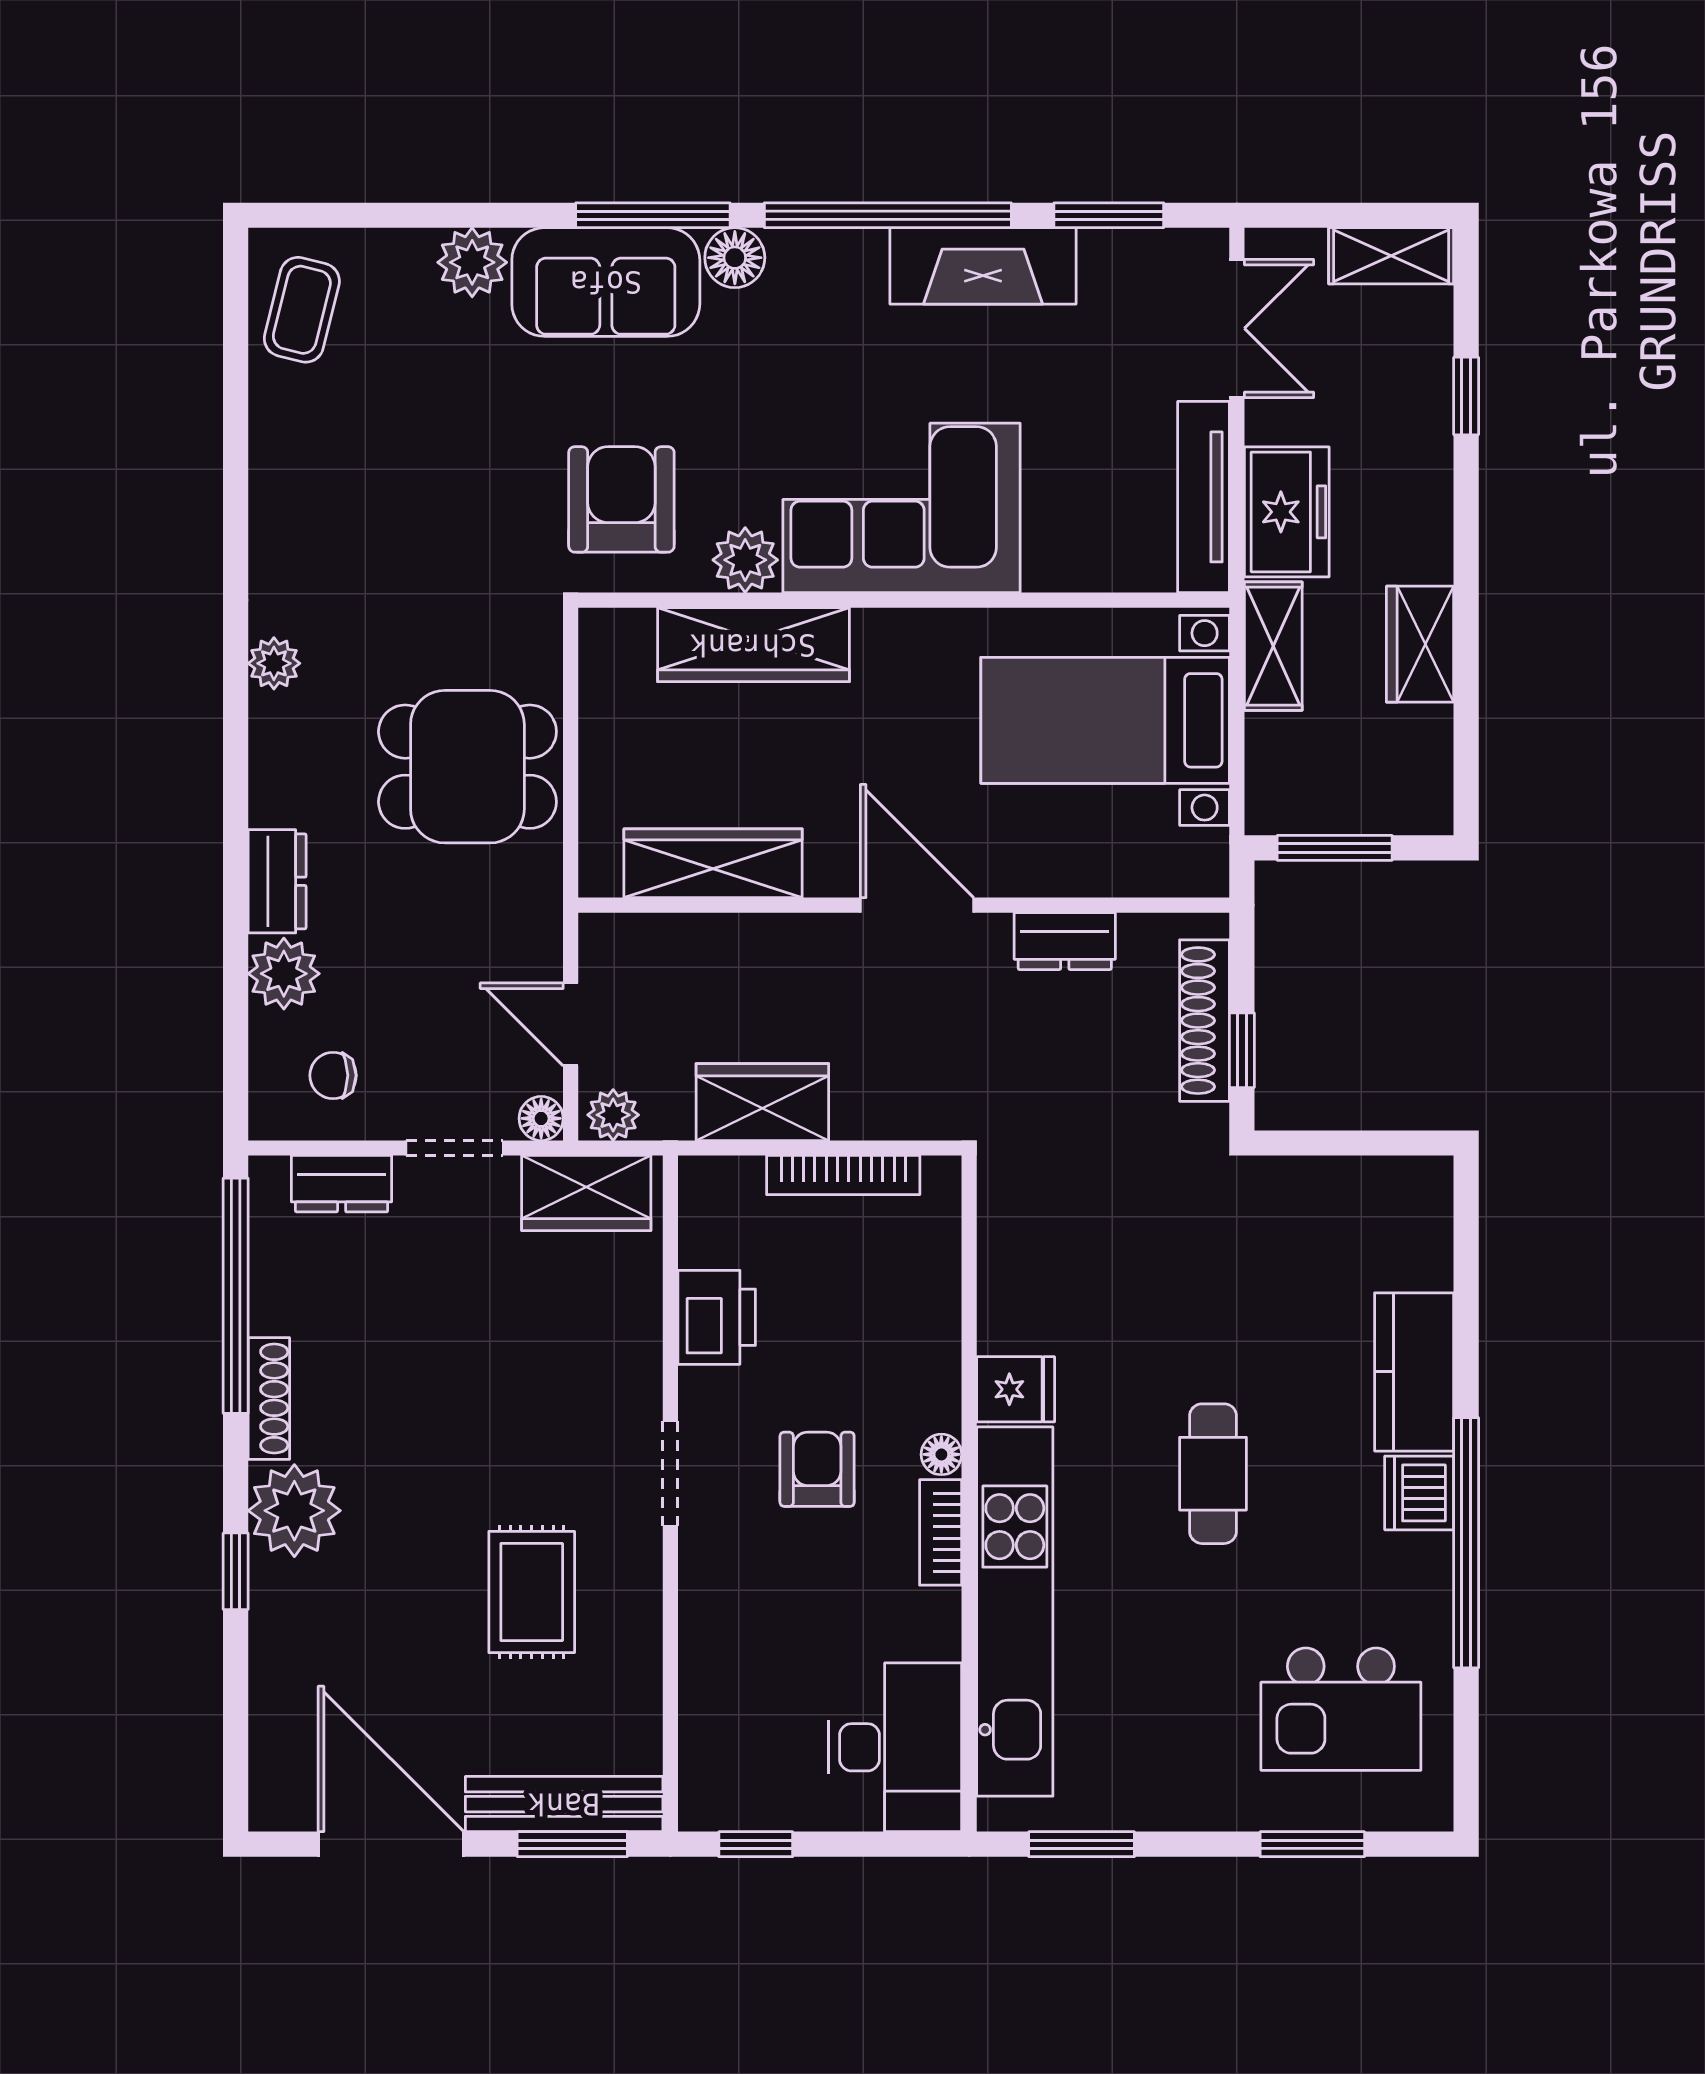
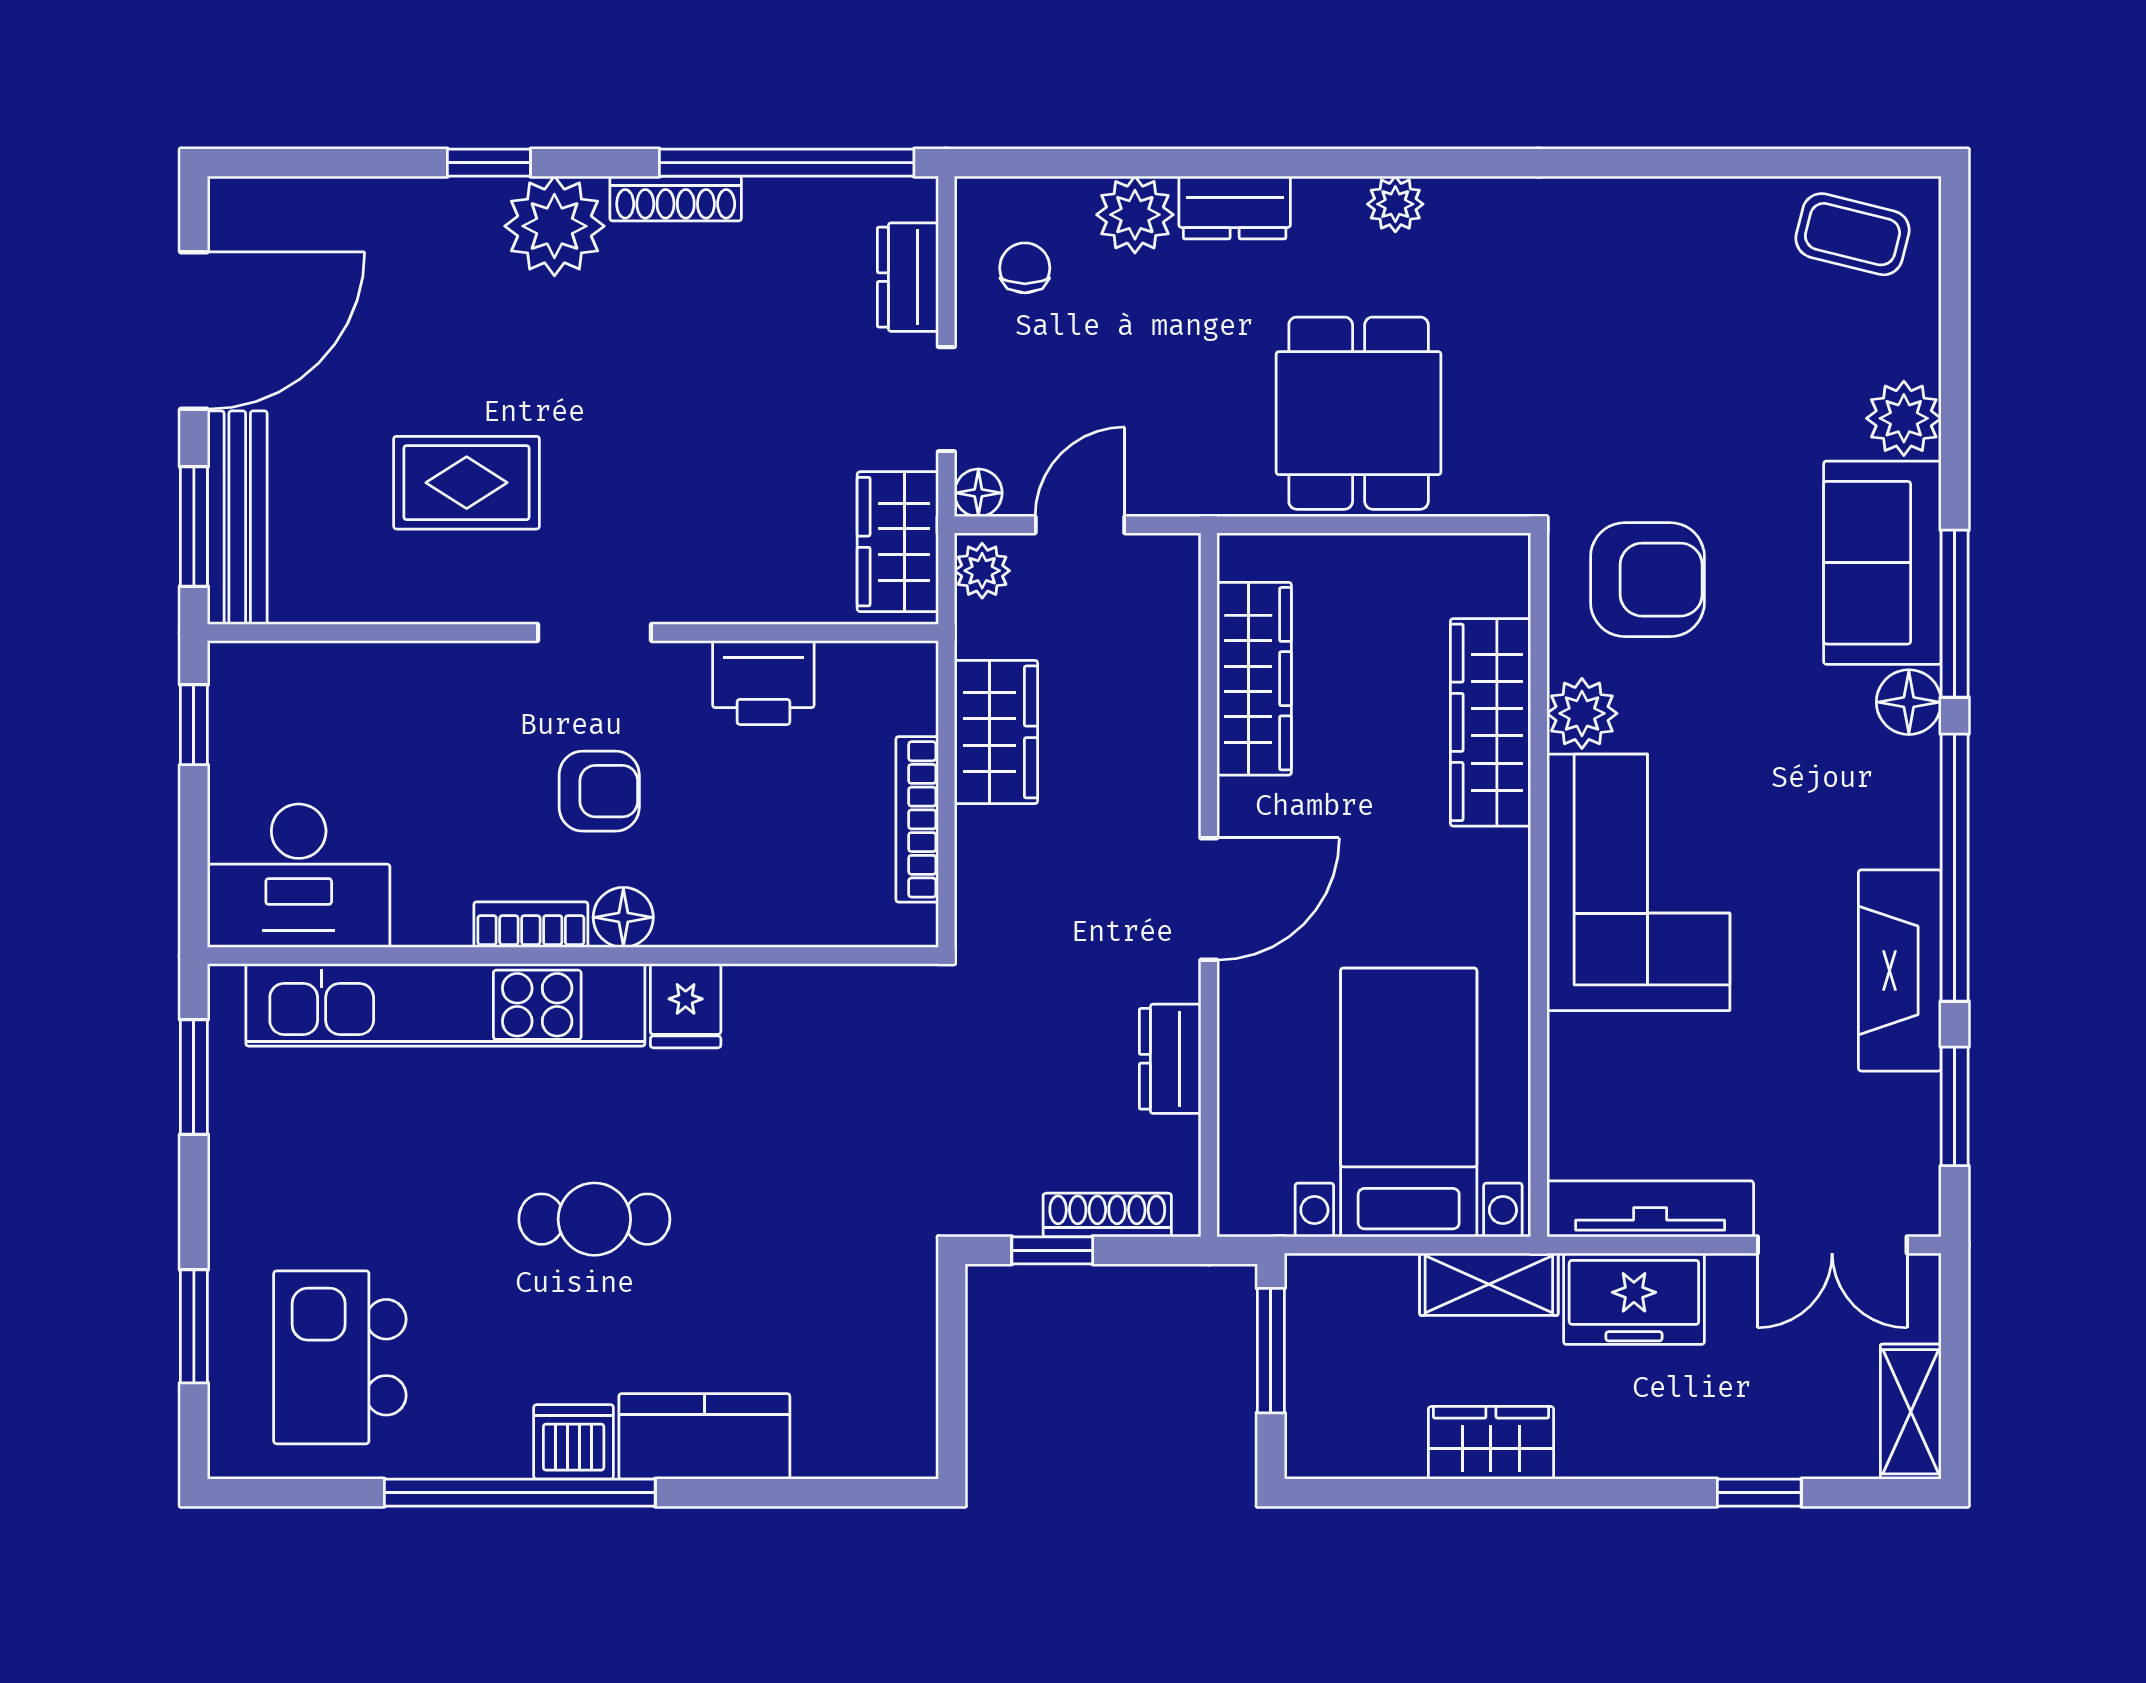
plant: (274, 663) -> (1395, 204), moved
shoe rack: (1205, 1021) -> (1107, 1215), width x0.74, depth x0.81
floor lamp: (941, 1454) -> (623, 917), width x1.37, depth x1.37

